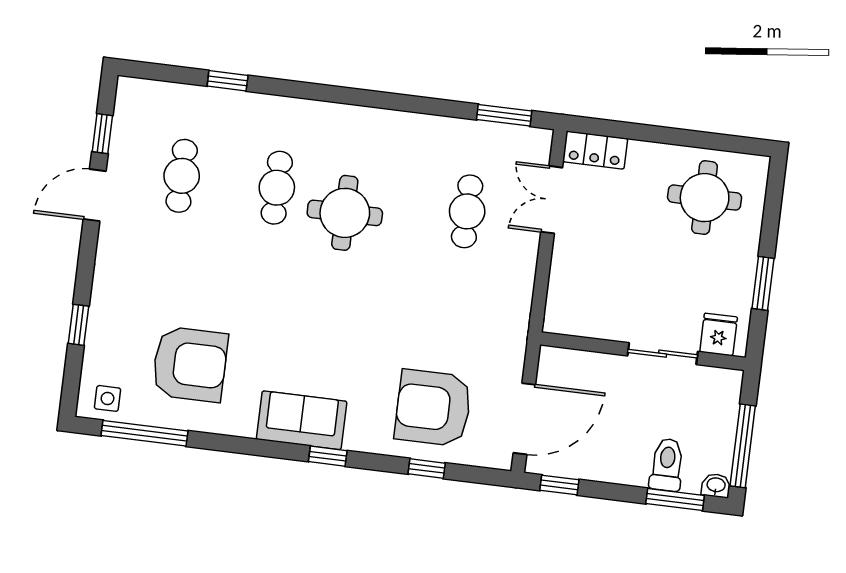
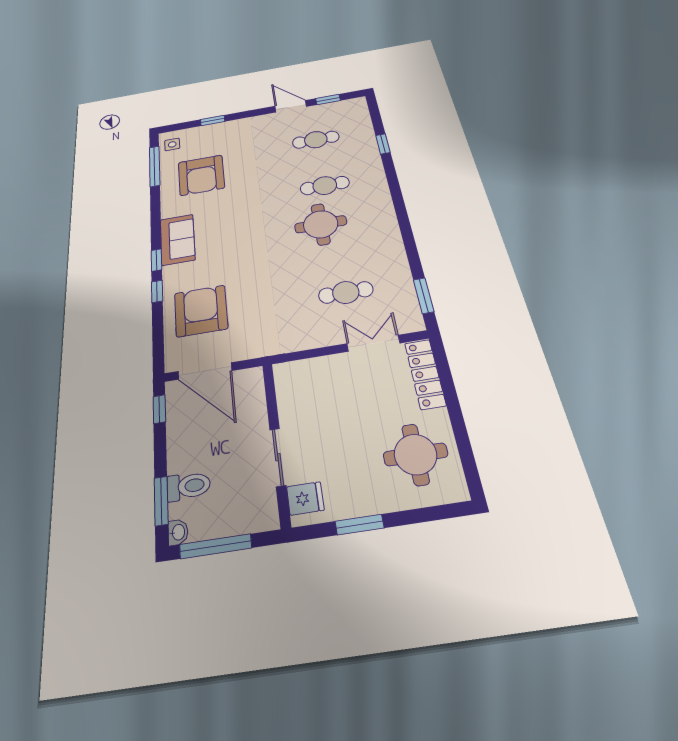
locker: (595, 150) -> (425, 374), width x1.53
window: (427, 468) -> (157, 291), moved

